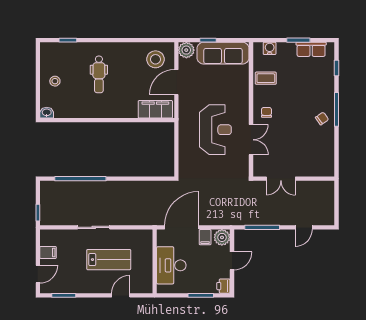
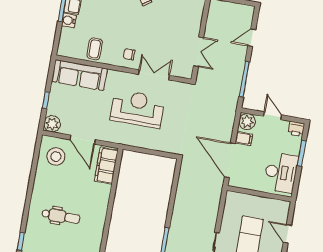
water cooler: (270, 48) -> (69, 20), moved
sofa: (223, 53) -> (79, 75), moved, turned 90
door: (304, 227) -> (252, 38), swing flipped
desk: (171, 265) -> (281, 172), moved, turned -90

